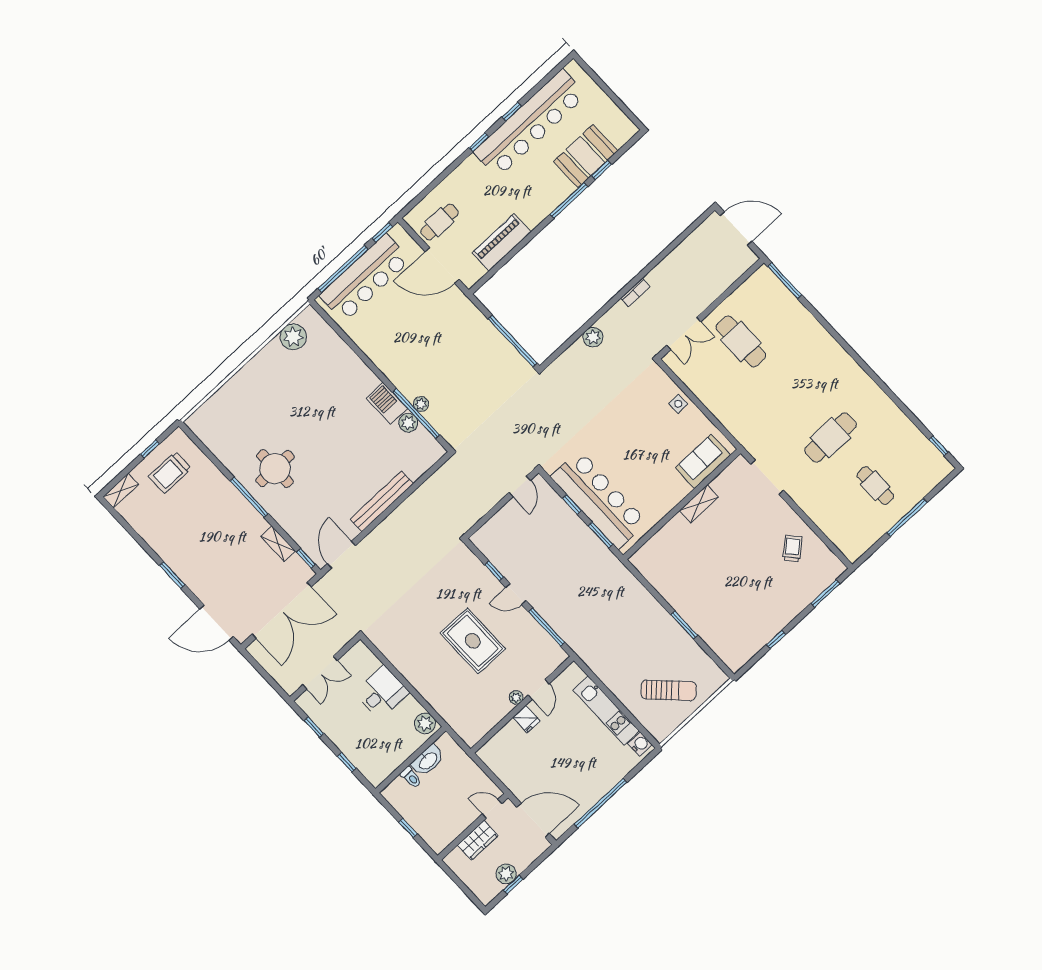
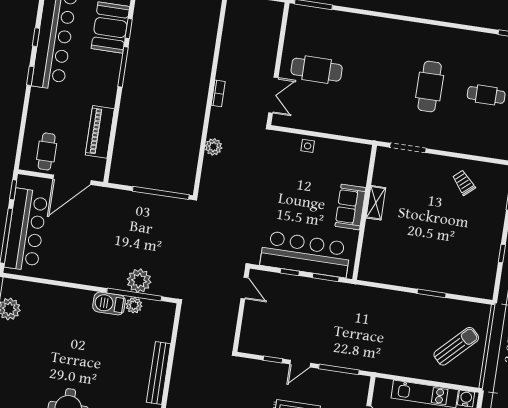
plant: (421, 404) -> (139, 281), width x1.88, depth x1.88
sofa: (703, 461) -> (350, 207), moved

